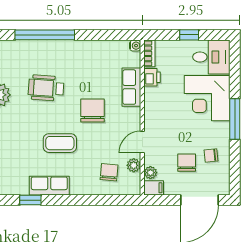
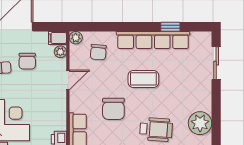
plant: (134, 165) -> (76, 38), moved
row of seats: (49, 186) -> (153, 40), width x2.02

